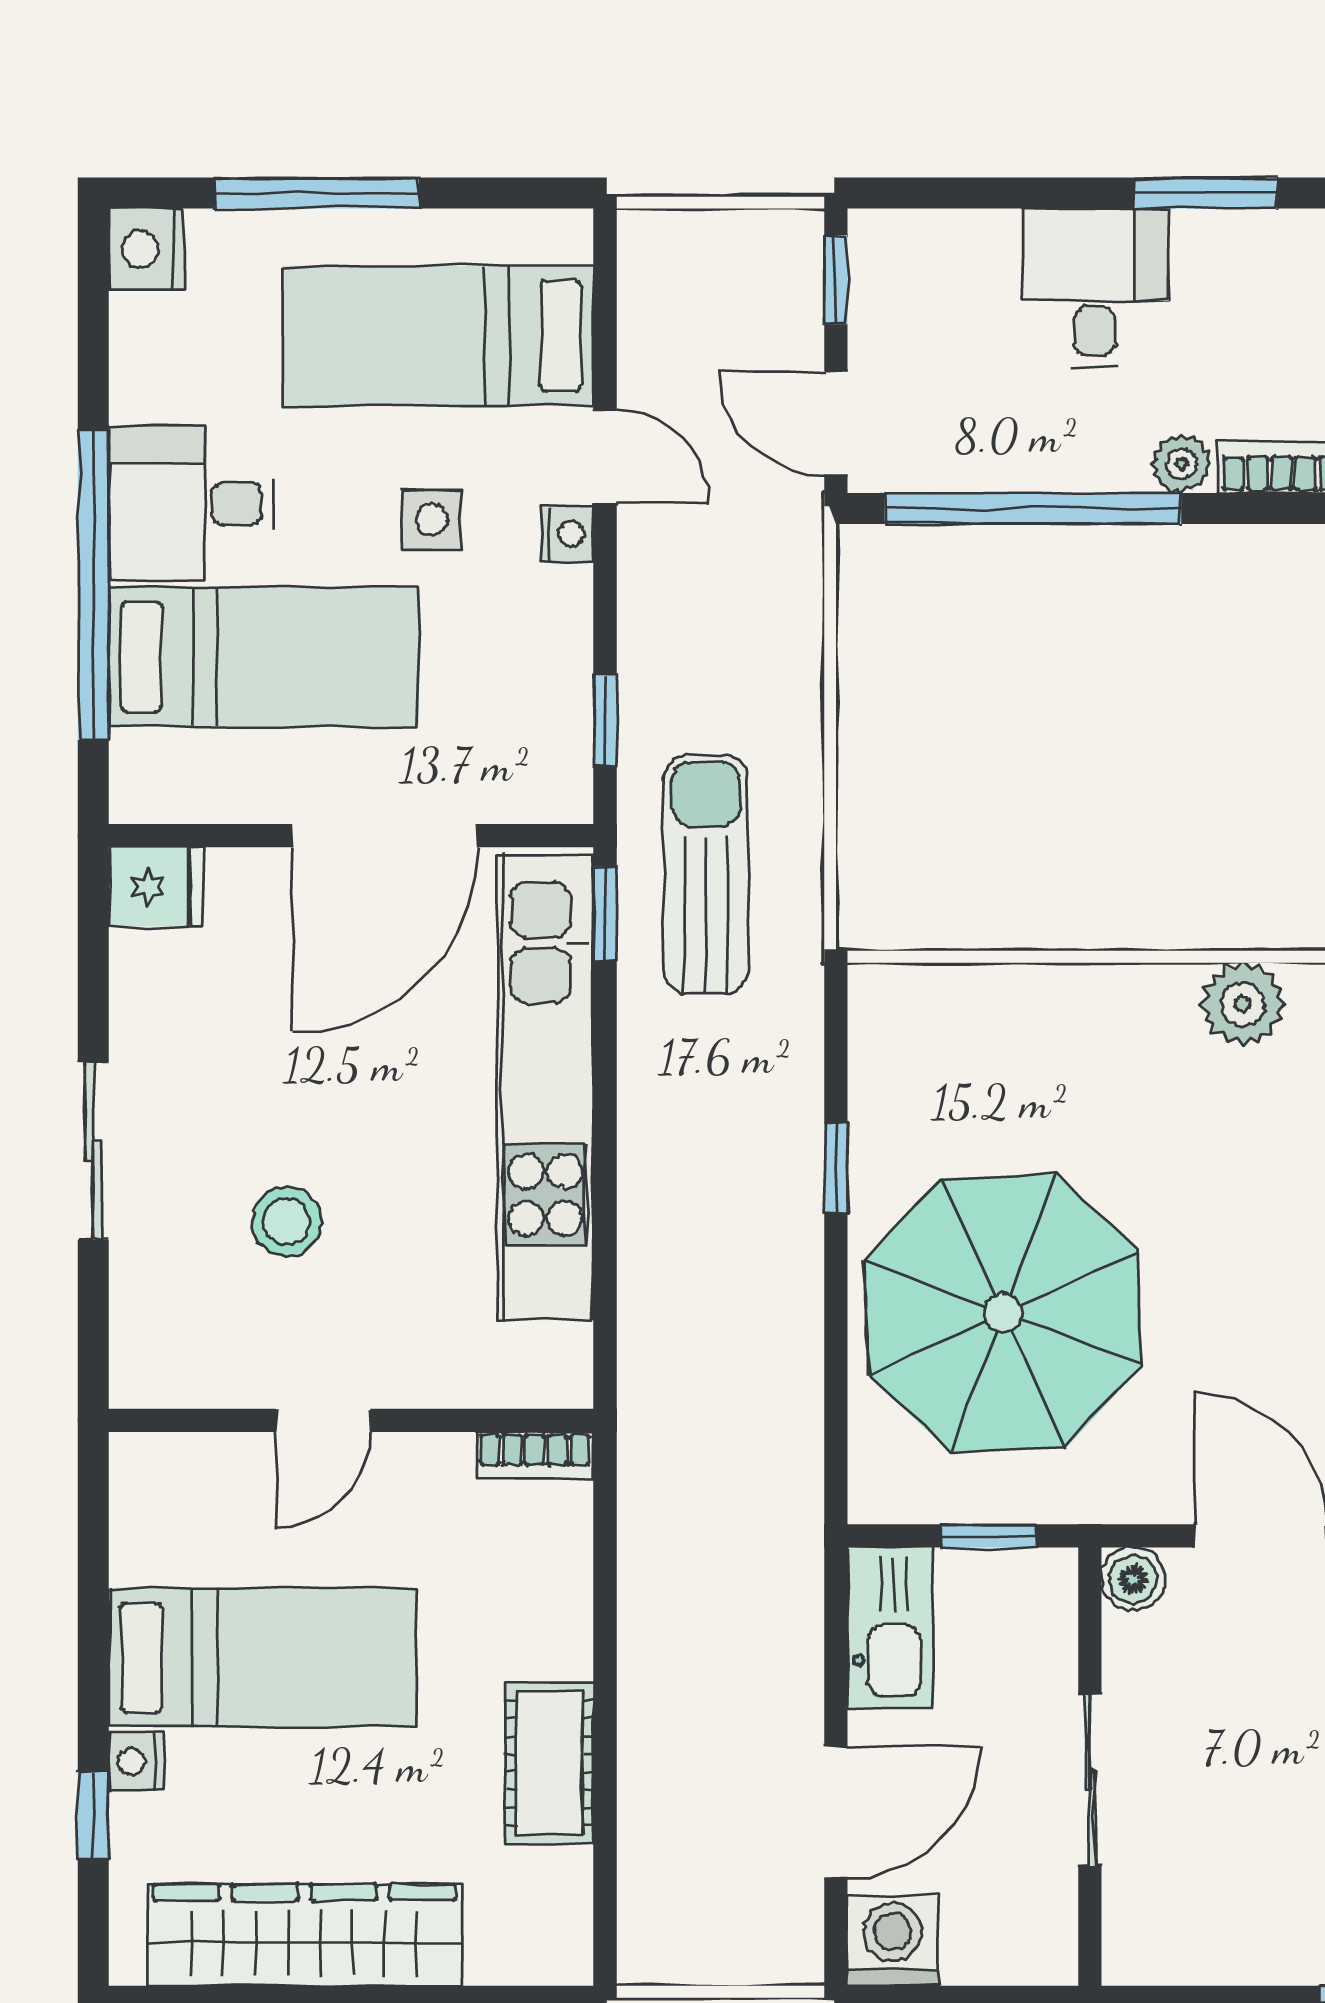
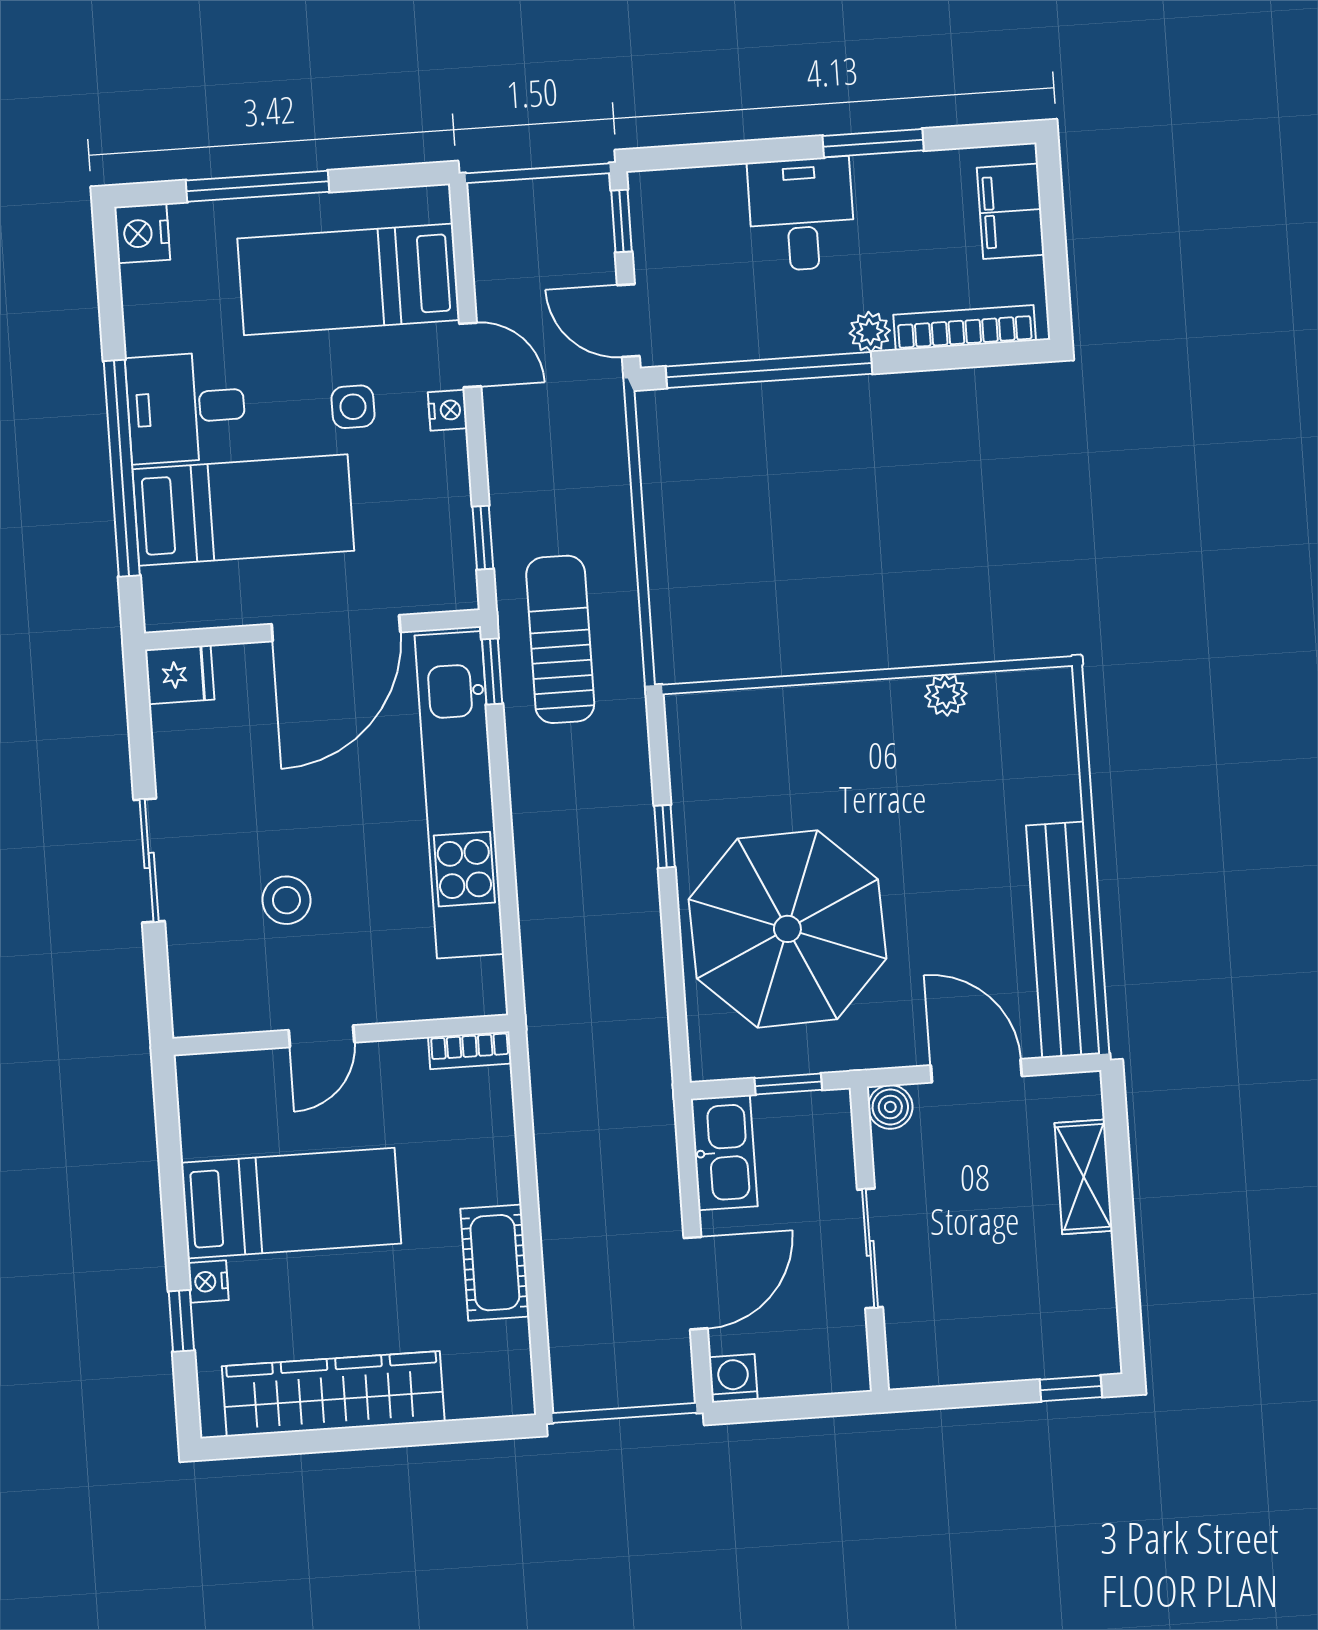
plant: (1243, 1004) -> (946, 695), width x0.73, depth x0.73
washing machine: (893, 1941) -> (733, 1378), width x0.73, depth x0.73

